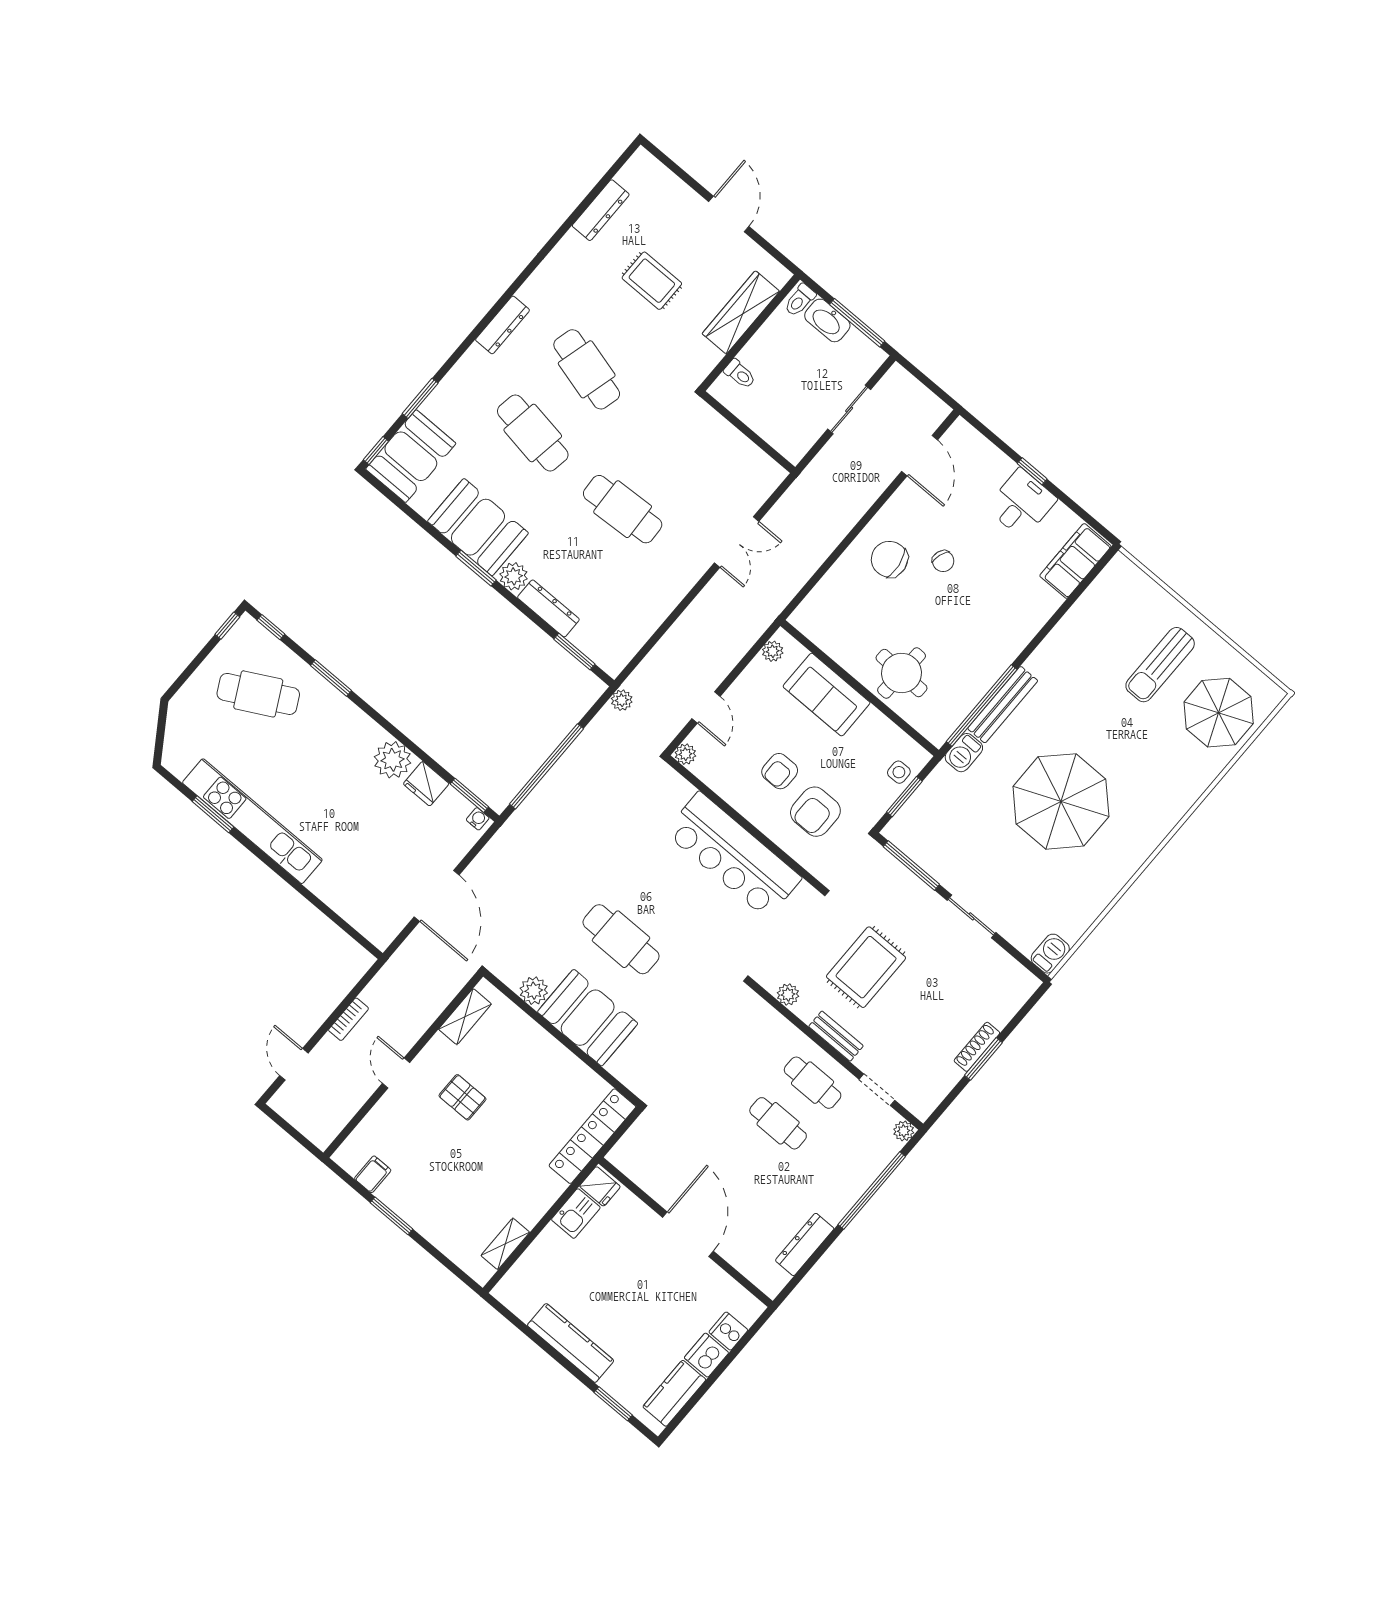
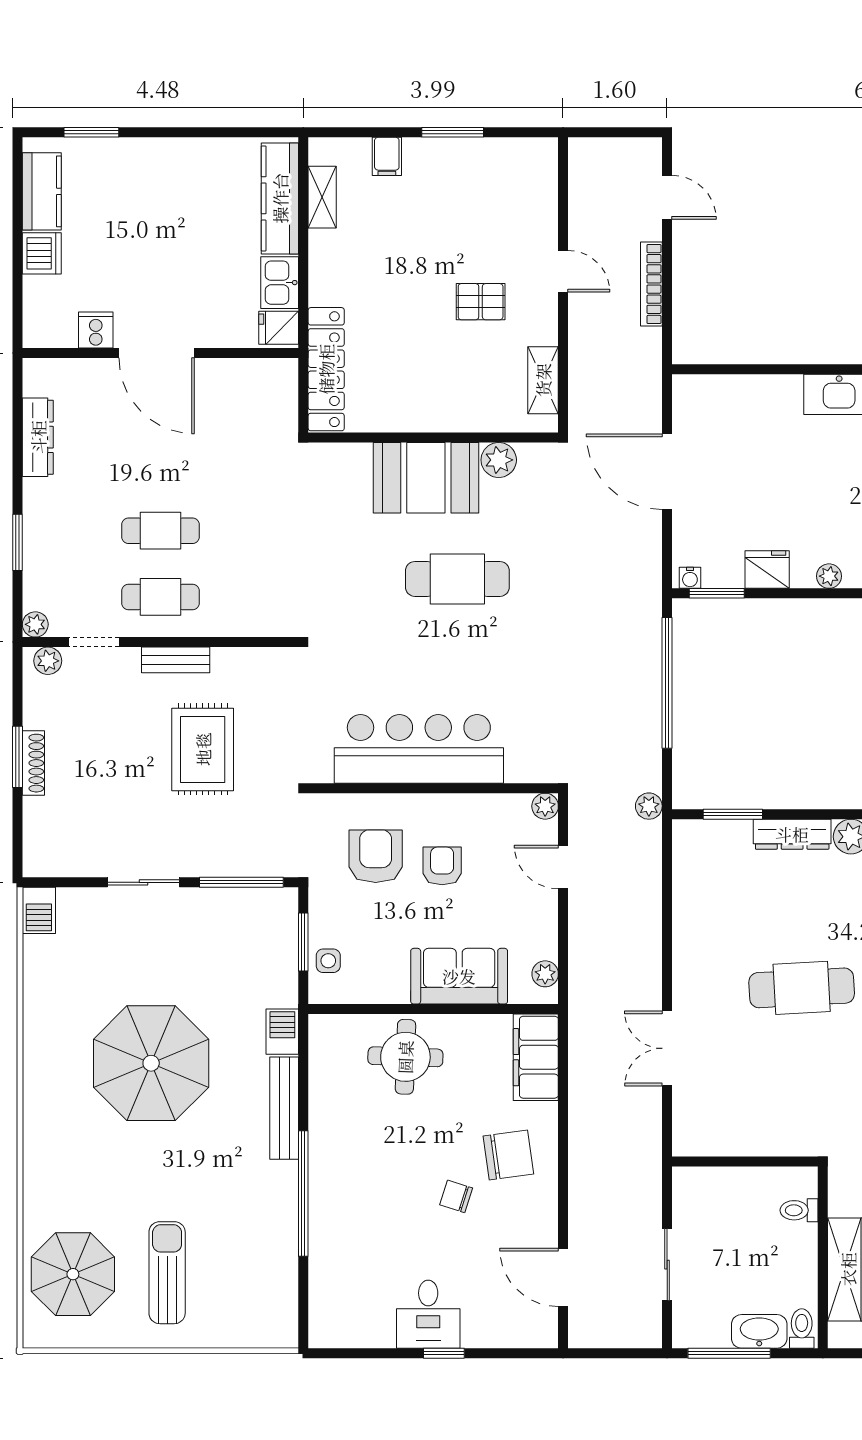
filing cabinet: (1075, 561) -> (536, 1057), moved, turned 180
window: (982, 706) -> (303, 1194), moved
plant: (393, 760) -> (829, 576), width x0.53, depth x0.53
plant: (788, 994) -> (48, 661), moved
bookcase: (349, 1019) -> (651, 284), width x1.56
filing cabinet: (373, 1174) -> (387, 156), moved
window: (872, 1190) -> (18, 542), width x0.47
cooker: (728, 1331) -> (96, 330), moved, turned -90
kitchen counter: (571, 1343) -> (280, 198), moved, turned 90

